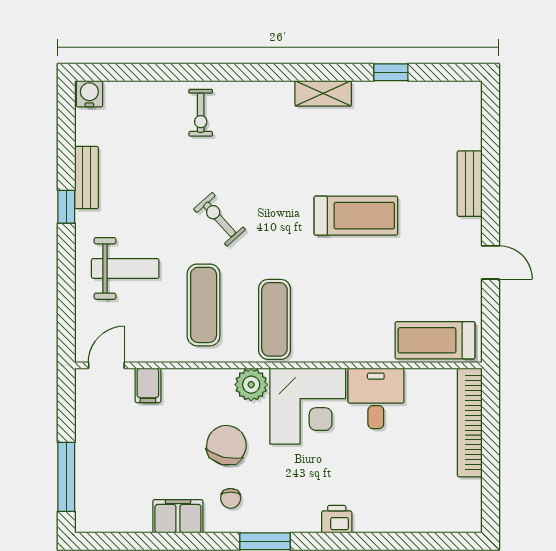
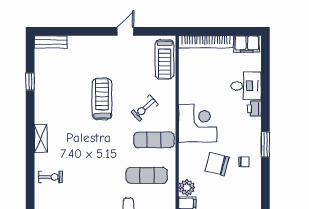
shelving: (323, 93) -> (41, 138), moved
bench: (470, 184) -> (51, 42), moved
exercise bike: (220, 219) -> (145, 108), moved
plant: (251, 385) -> (187, 188), moved
desk: (376, 398) -> (246, 86), moved, turned 180
filing cabinet: (178, 516) -> (247, 44), moved, turned -90

